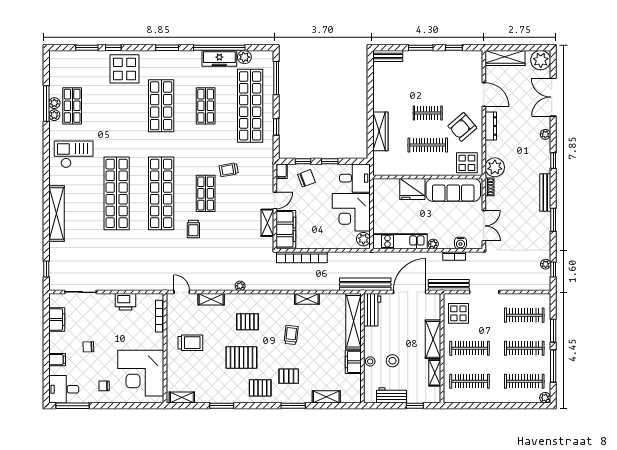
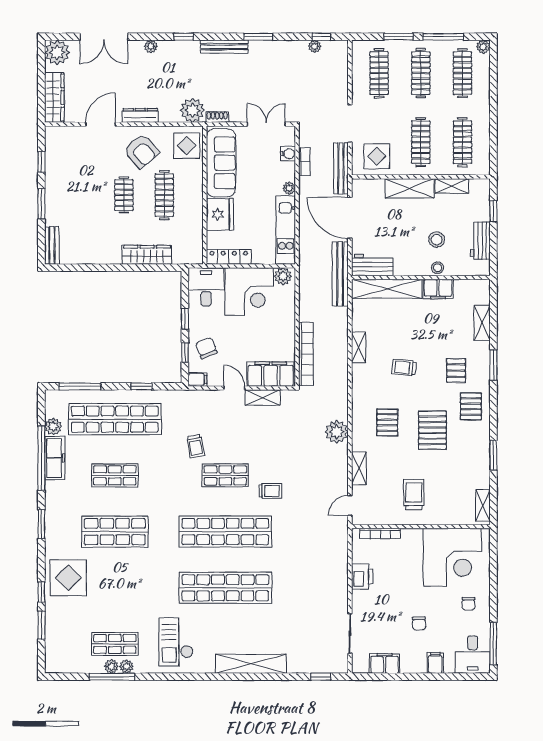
locker: (379, 196) -> (229, 257), added
plant: (240, 286) -> (337, 432), width x1.88, depth x1.88

